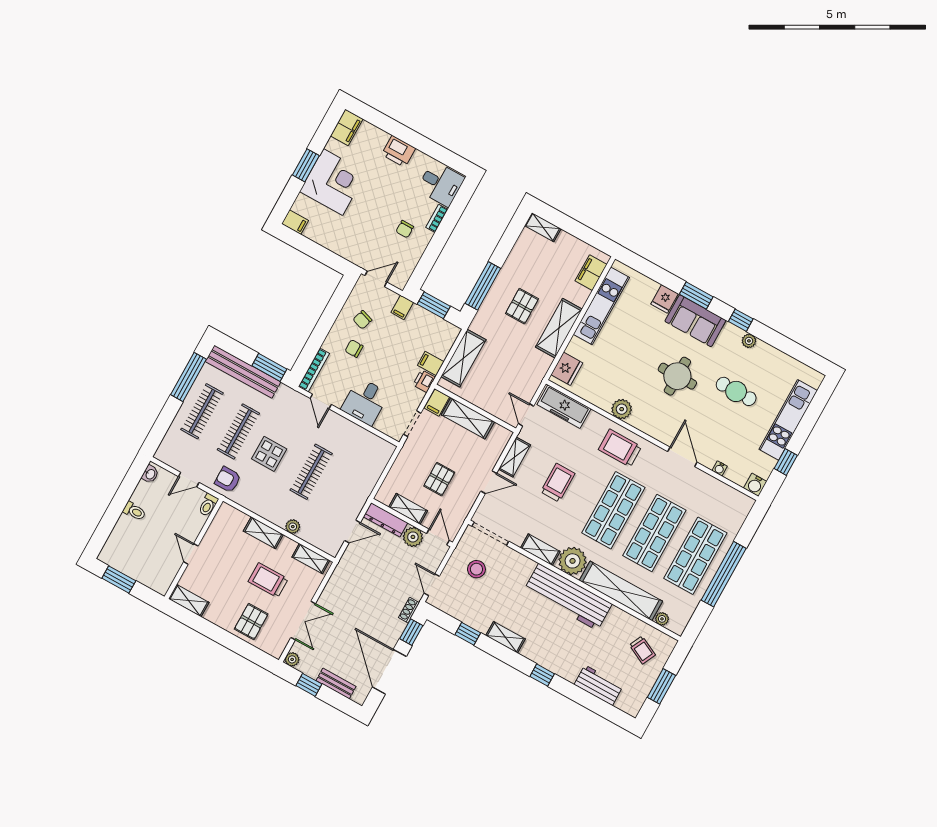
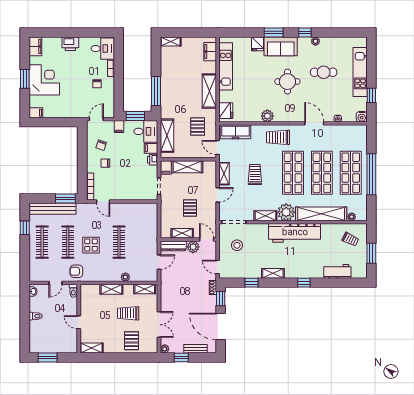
pallet: (522, 306) -> (198, 126), moved
window: (189, 377) -> (25, 228), width x0.46
desk: (365, 402) -> (146, 131), moved, turned -90

